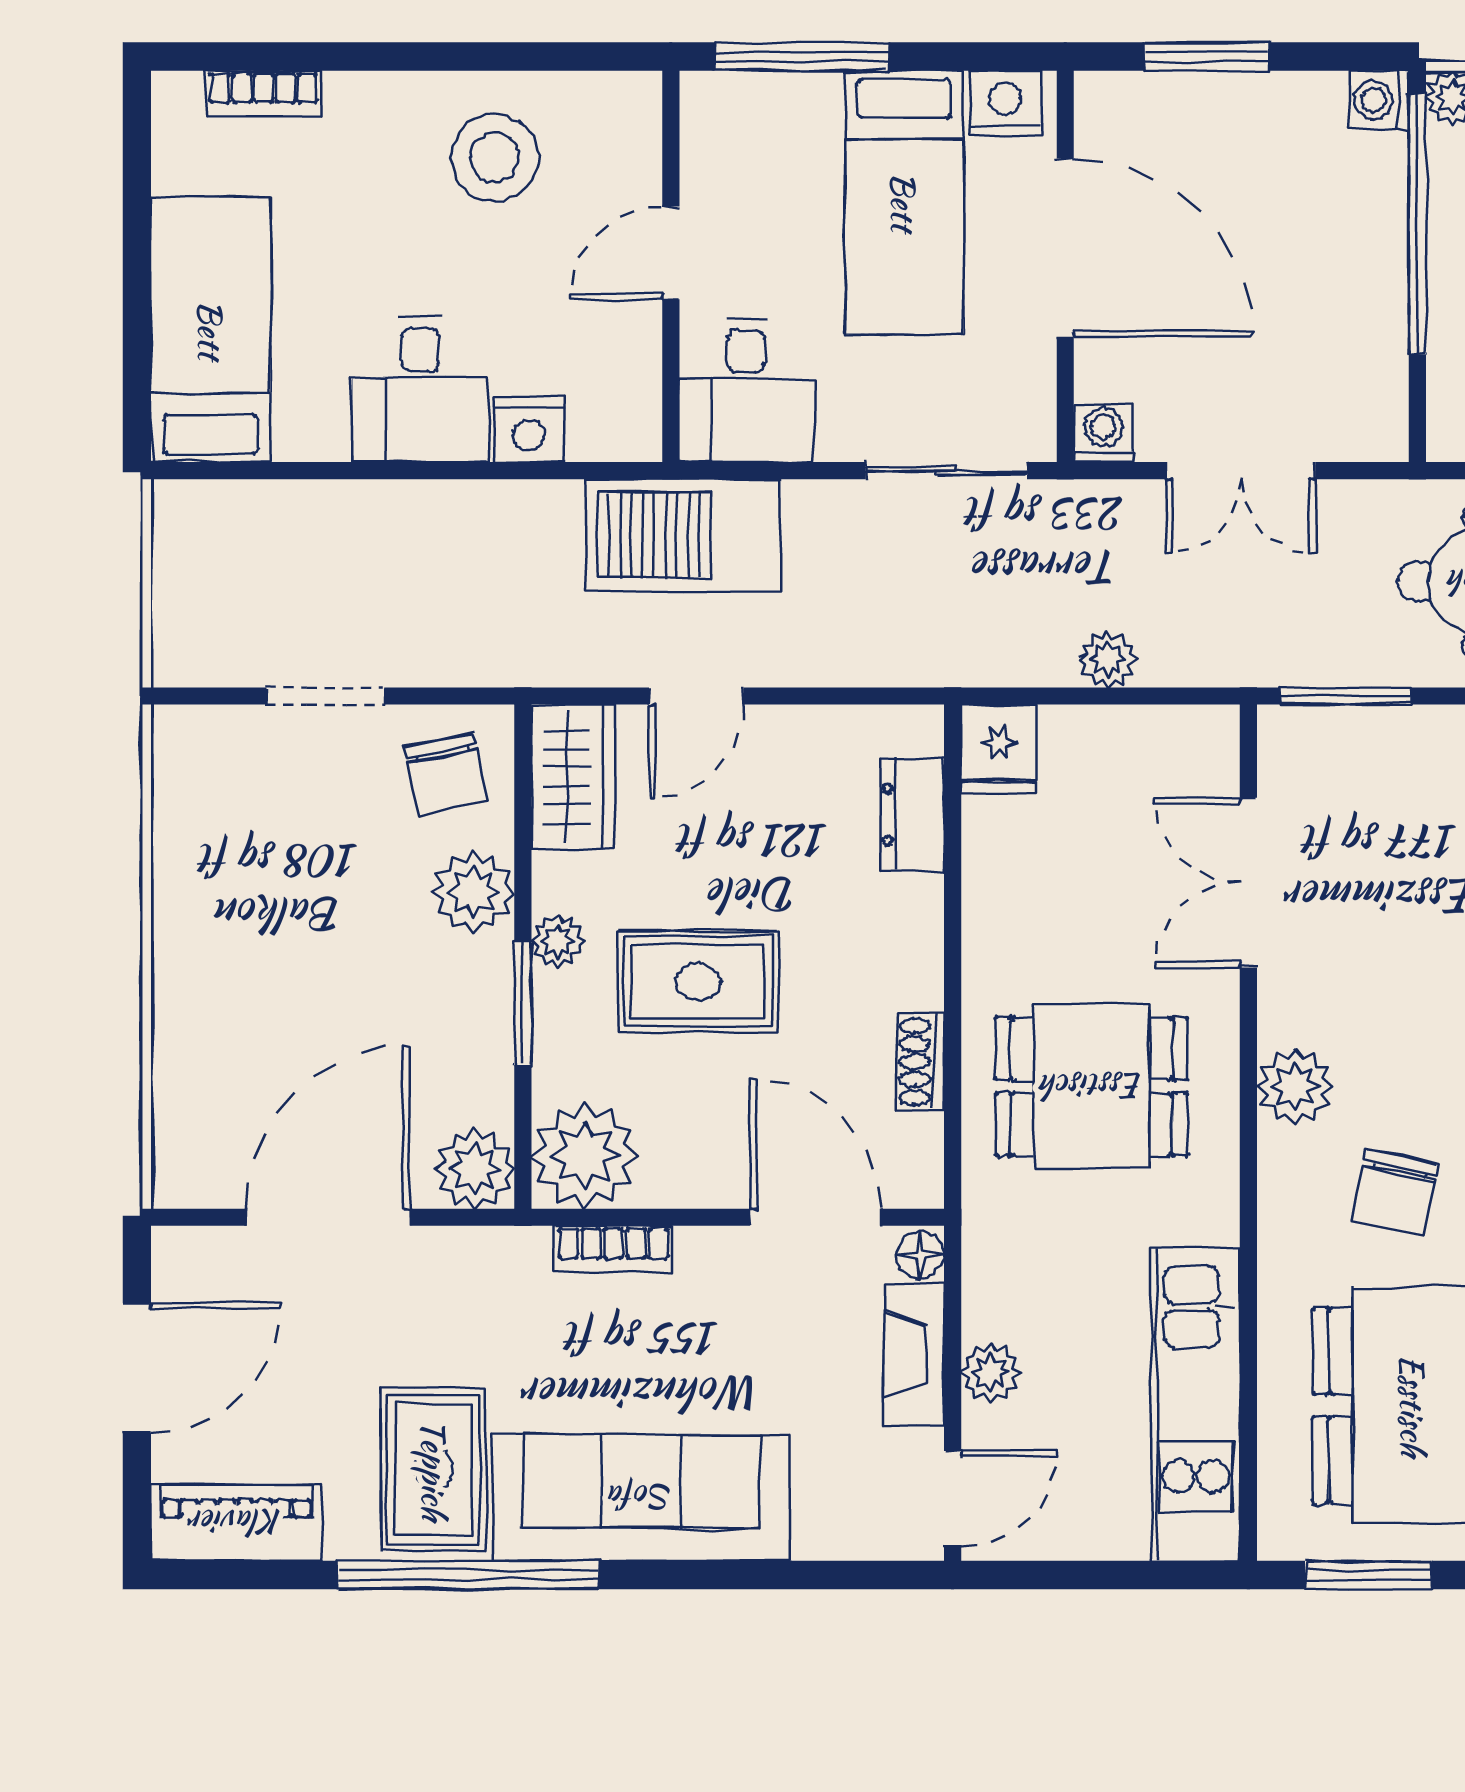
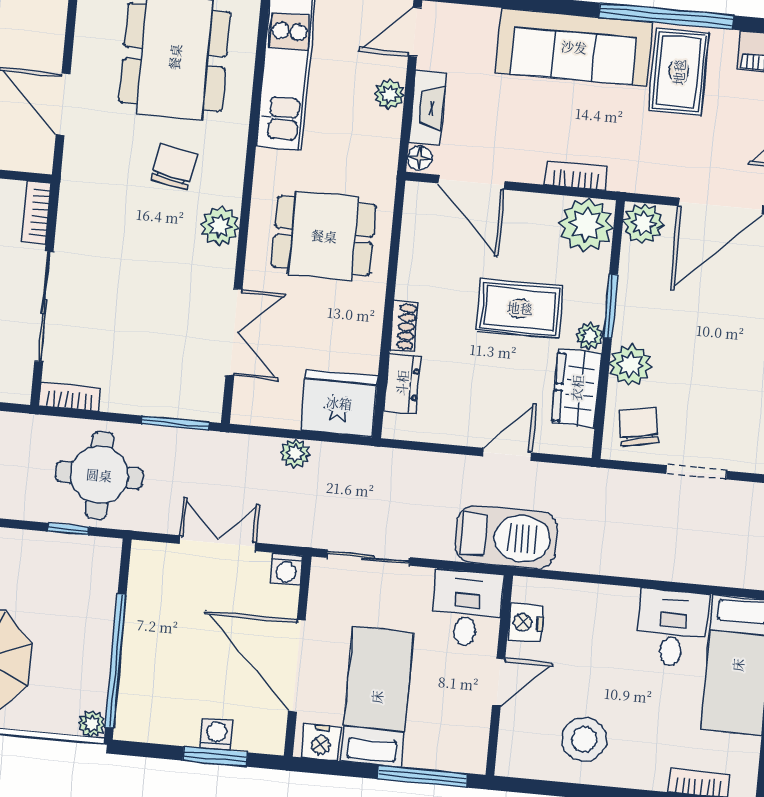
washing machine: (1379, 100) -> (217, 734), moved, turned -90
desk: (420, 389) -> (673, 628), moved
nightstand: (529, 430) -> (525, 623), moved, turned -90
fridge: (998, 749) -> (339, 403), width x1.88, depth x1.34
wardrobe: (573, 777) -> (577, 388), moved
shoe rack: (921, 1062) -> (404, 326), moved

